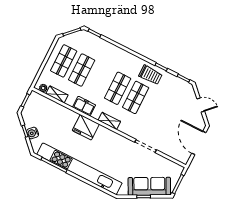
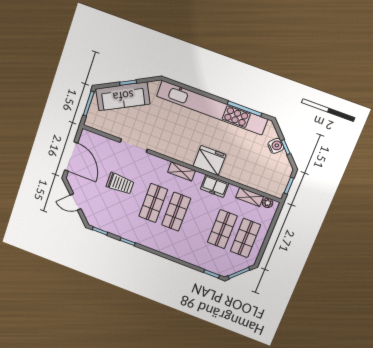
trolley: (151, 75) -> (120, 184), moved, turned 180

